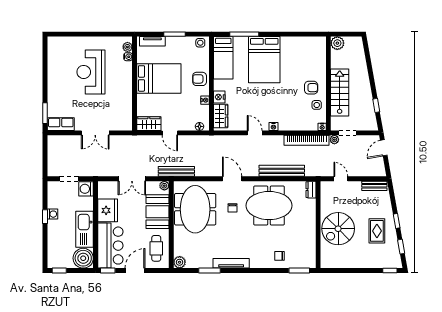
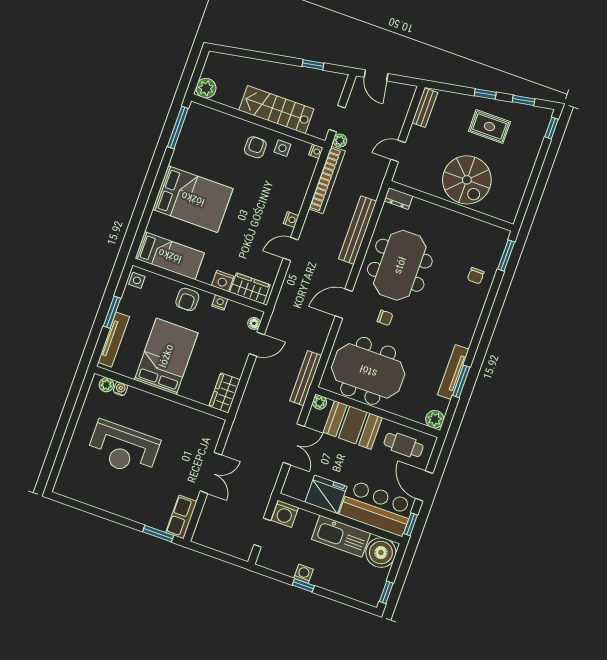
window: (244, 34) -> (178, 127), moved
tv unit: (152, 41) -> (114, 340), width x1.41
door: (170, 133) -> (257, 344), moved
tv unit: (231, 263) -> (453, 372), moved

